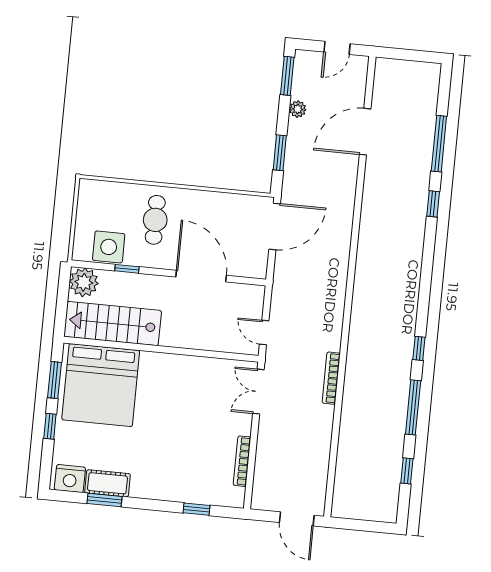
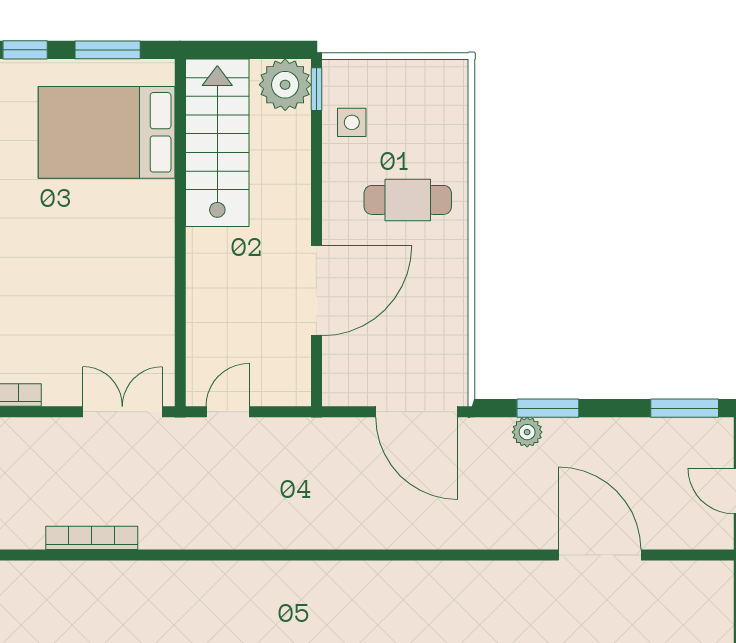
plant: (298, 109) -> (527, 432), moved
side table: (109, 247) -> (352, 122), width x0.54, depth x0.54
window: (127, 269) -> (316, 89), moved
bookcase: (331, 378) -> (92, 538), moved
bed: (101, 385) -> (107, 132), width x0.73

